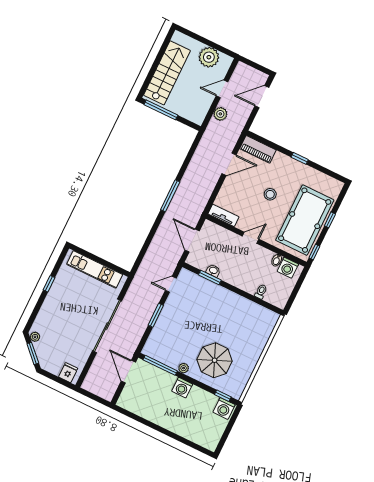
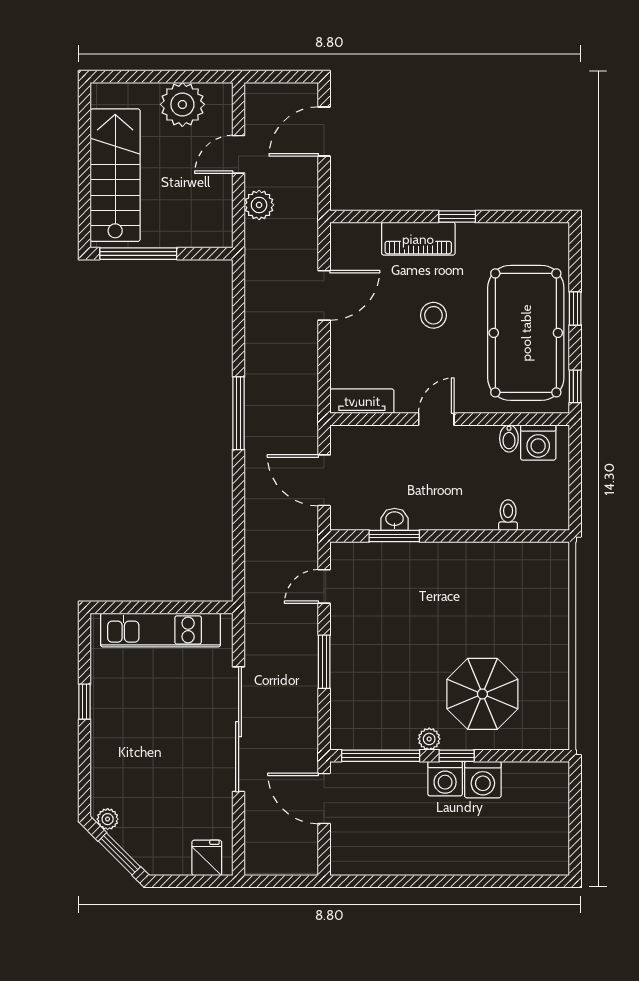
piano: (258, 149) -> (418, 239), moved
window: (223, 396) -> (457, 756), moved
washing machine: (224, 408) -> (483, 780), moved

